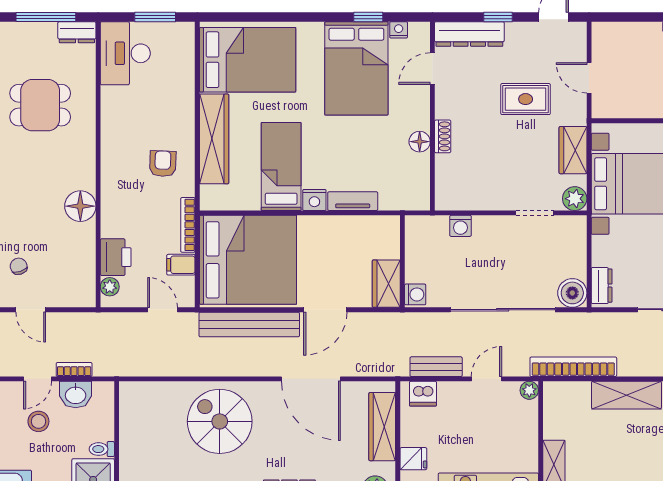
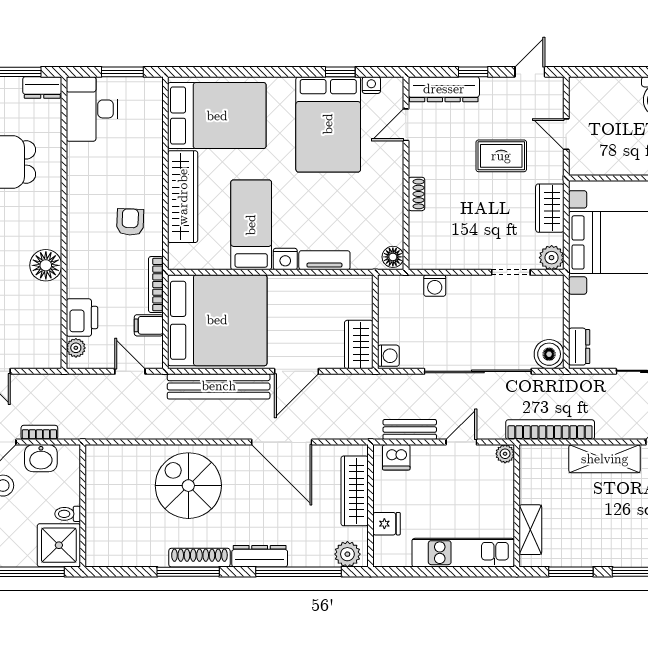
floor lamp: (420, 142) -> (393, 257), moved

